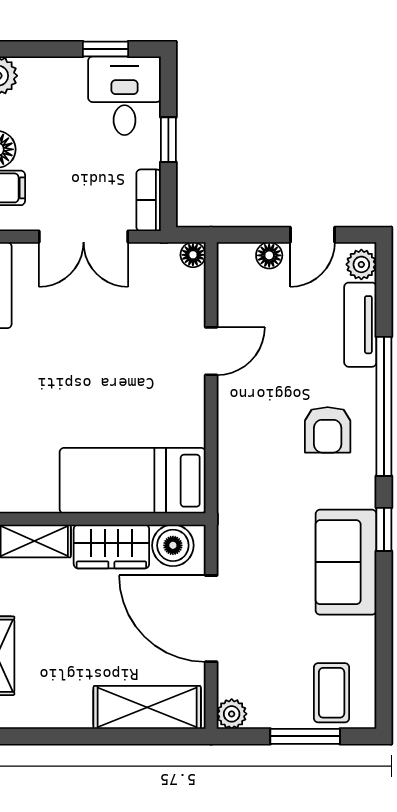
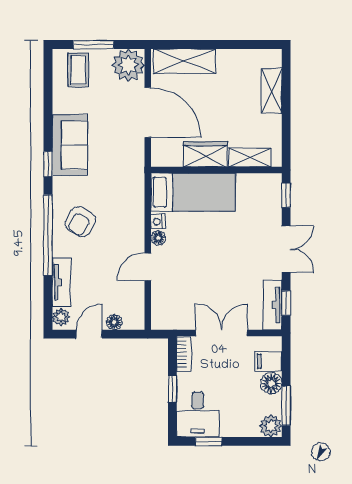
floor lamp: (193, 255) -> (158, 238), moved
nightstand: (193, 430) -> (158, 222), added
armchair: (328, 430) -> (80, 222), turned -150
boiler: (173, 545) -> (170, 155), removed
plant: (232, 714) -> (128, 65), width x1.87, depth x1.87

